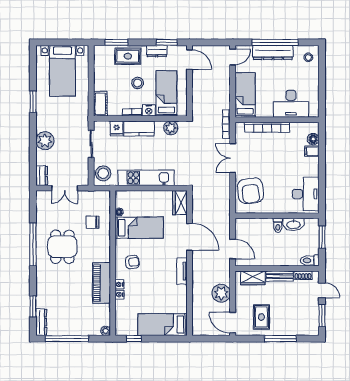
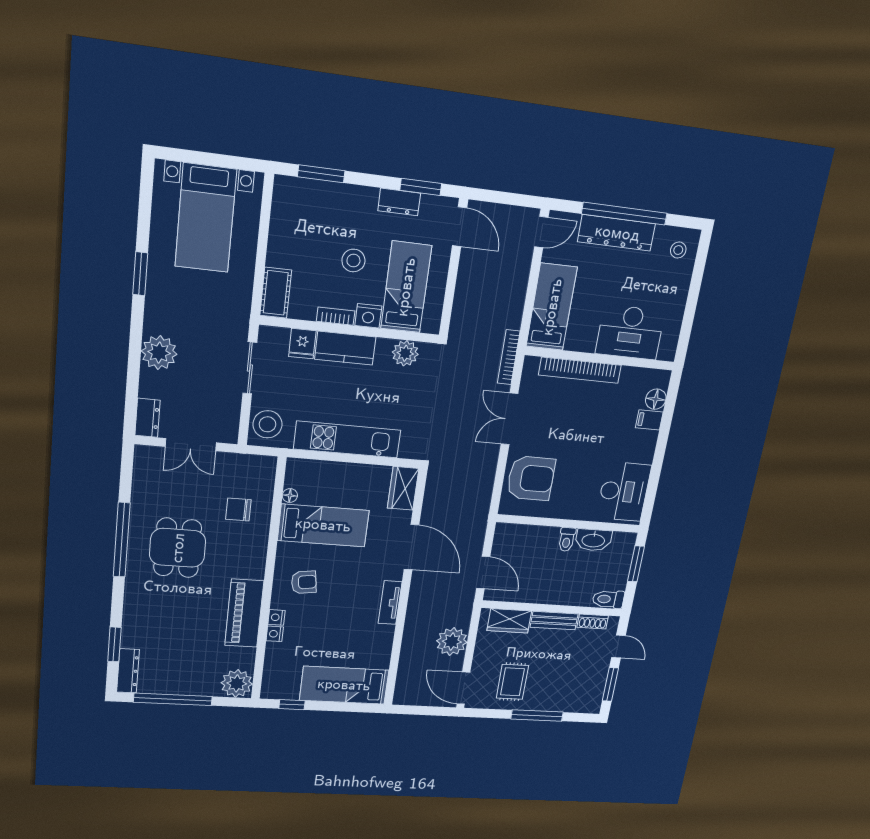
rug: (128, 56) -> (341, 205), removed
armchair: (250, 191) -> (531, 478), turned -83
plant: (106, 331) -> (237, 683), width x1.88, depth x1.88

